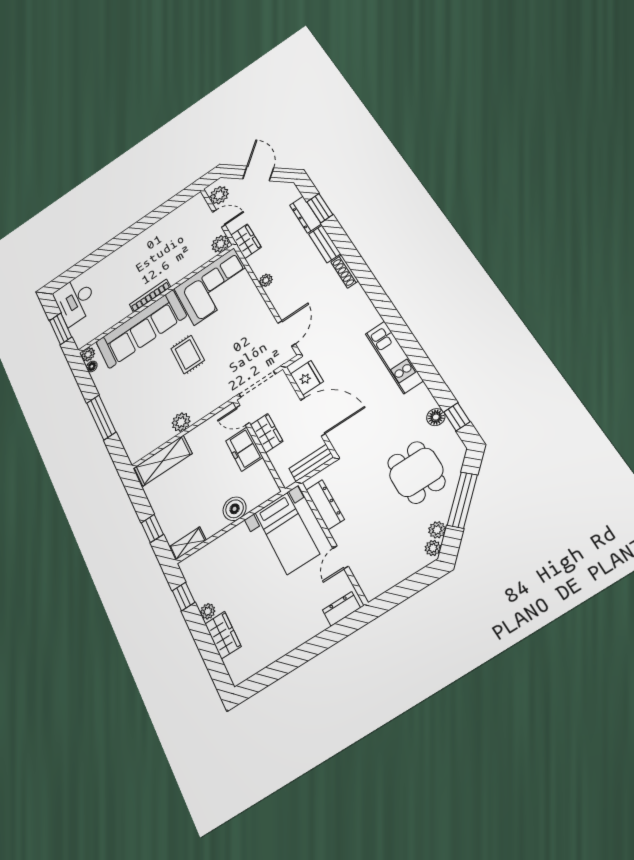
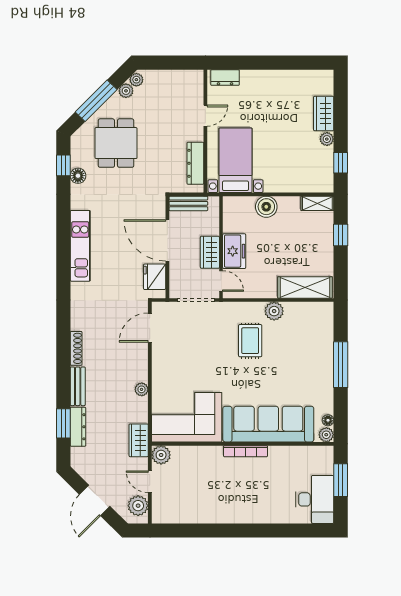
rug: (188, 354) -> (250, 341), moved

